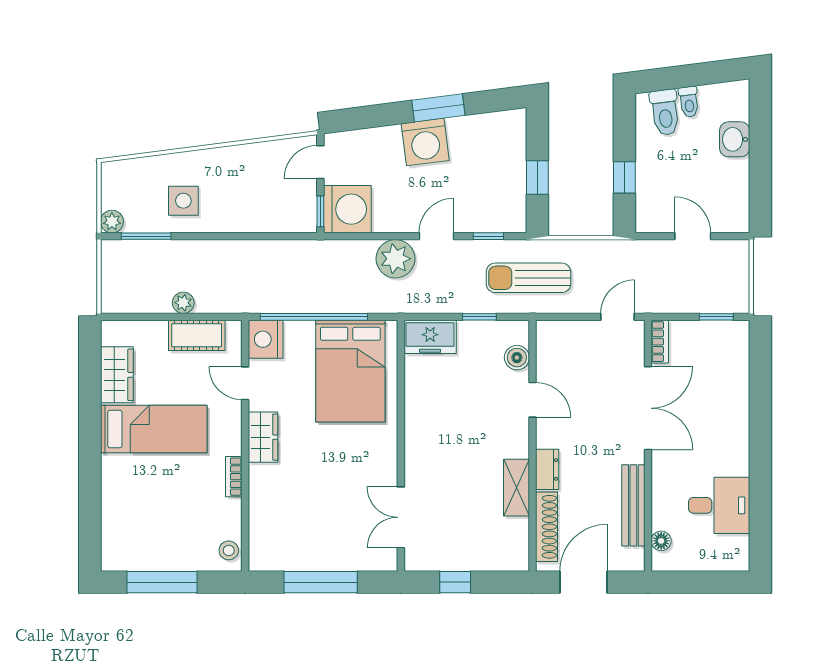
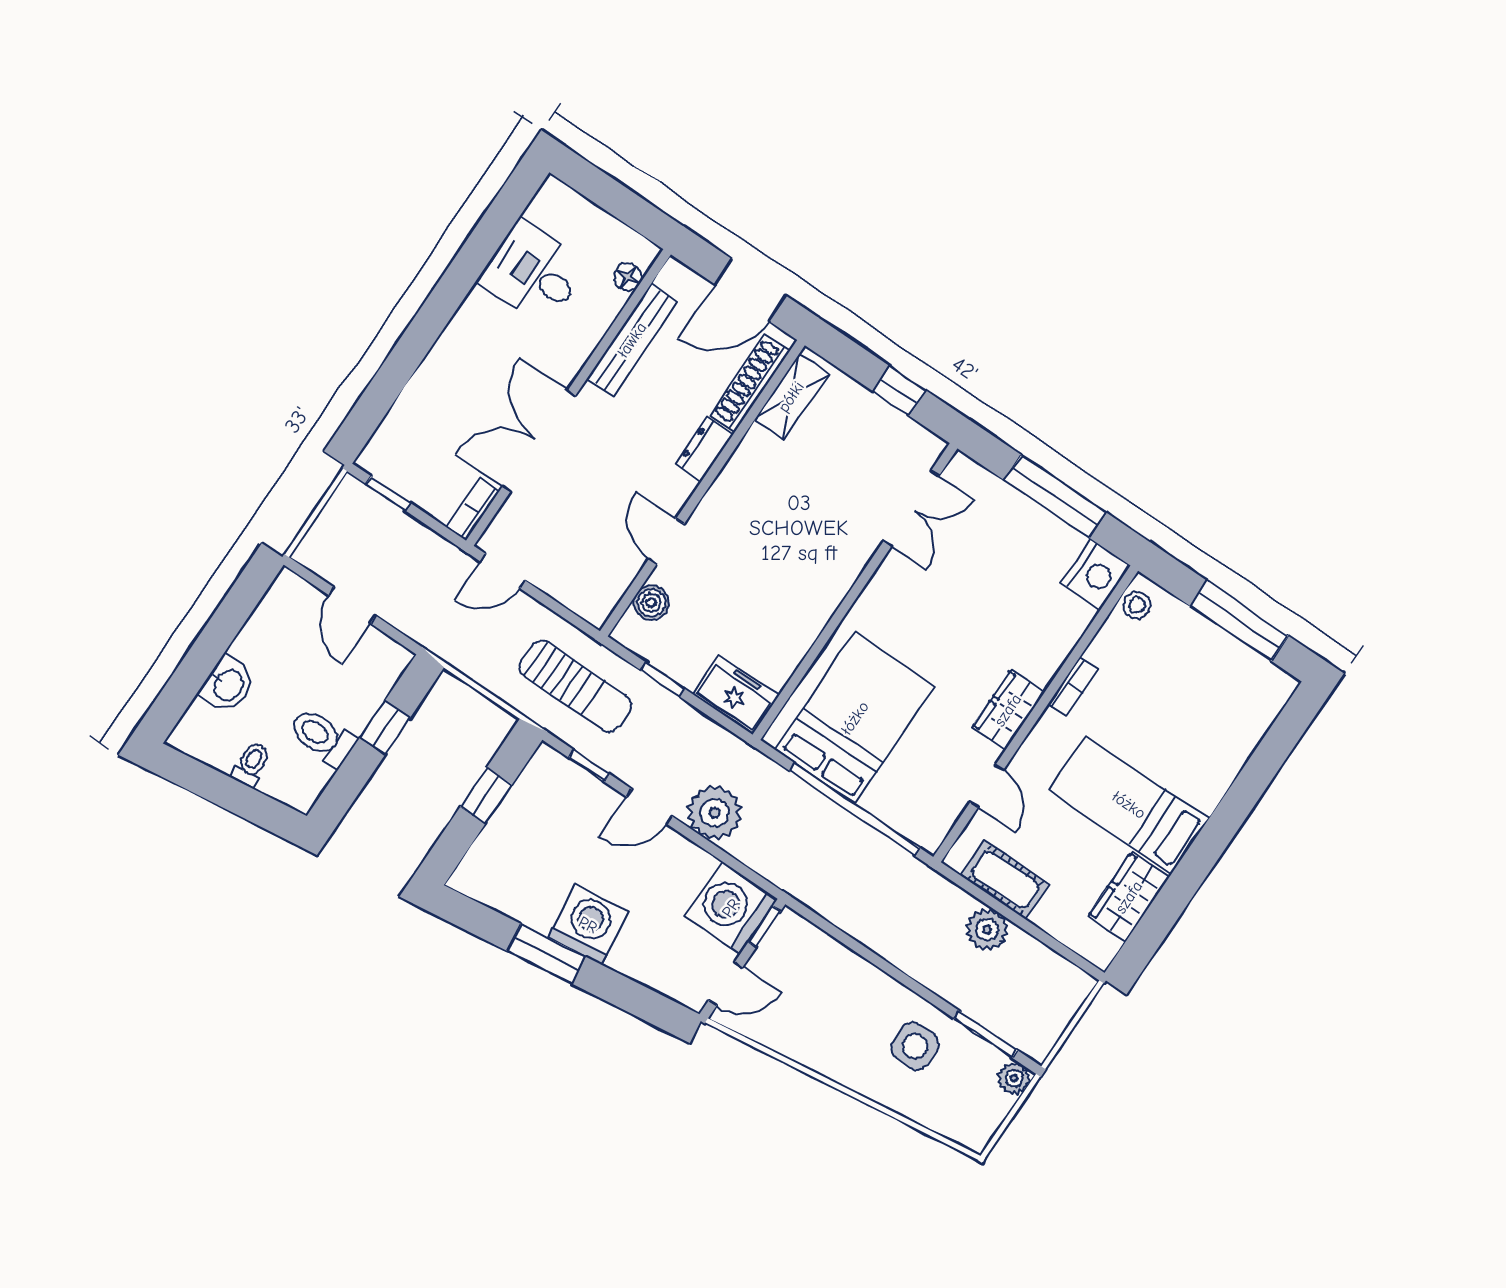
toilet: (665, 112) -> (322, 737), moved, turned -83
plant: (183, 303) -> (987, 930), width x1.38, depth x1.38
nightstand: (266, 339) -> (1096, 574), moved
shelving: (516, 488) -> (791, 397), moved

